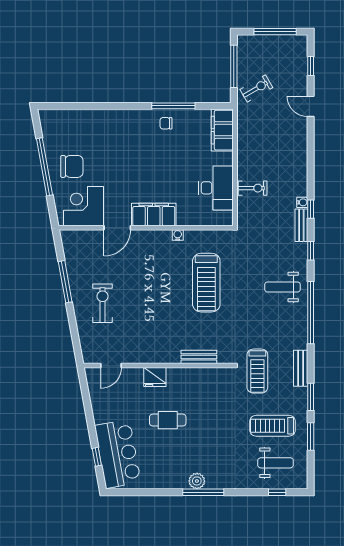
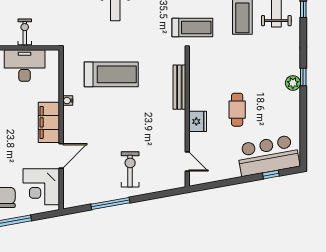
door: (117, 228) -> (61, 156), hinge flipped
exercise bike: (103, 303) -> (130, 169), turned 90
bench: (199, 357) -> (179, 87), width x1.36
window: (203, 492) -> (303, 77), width x0.46

